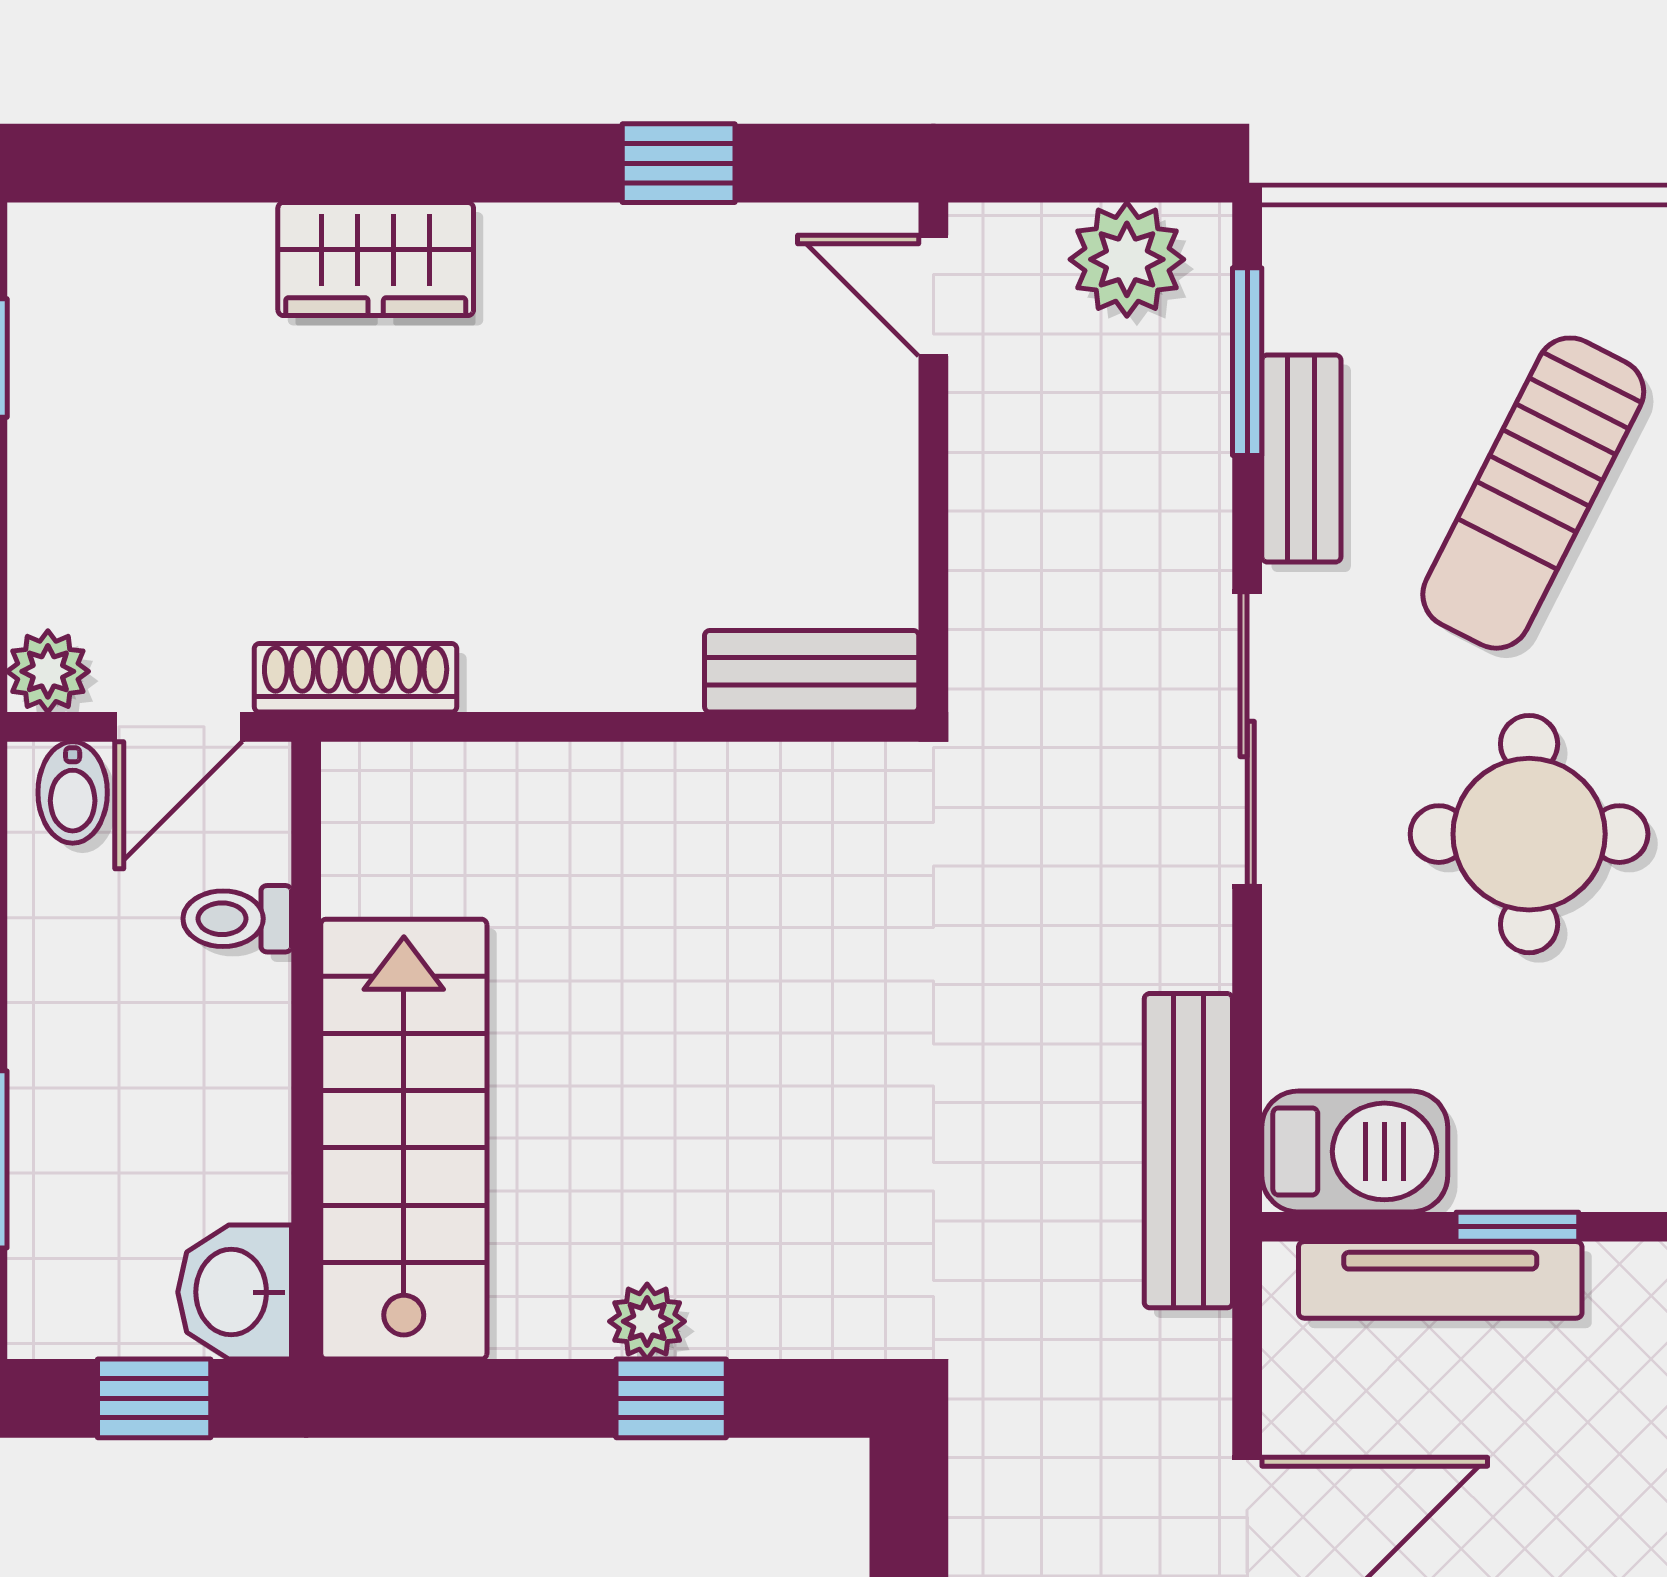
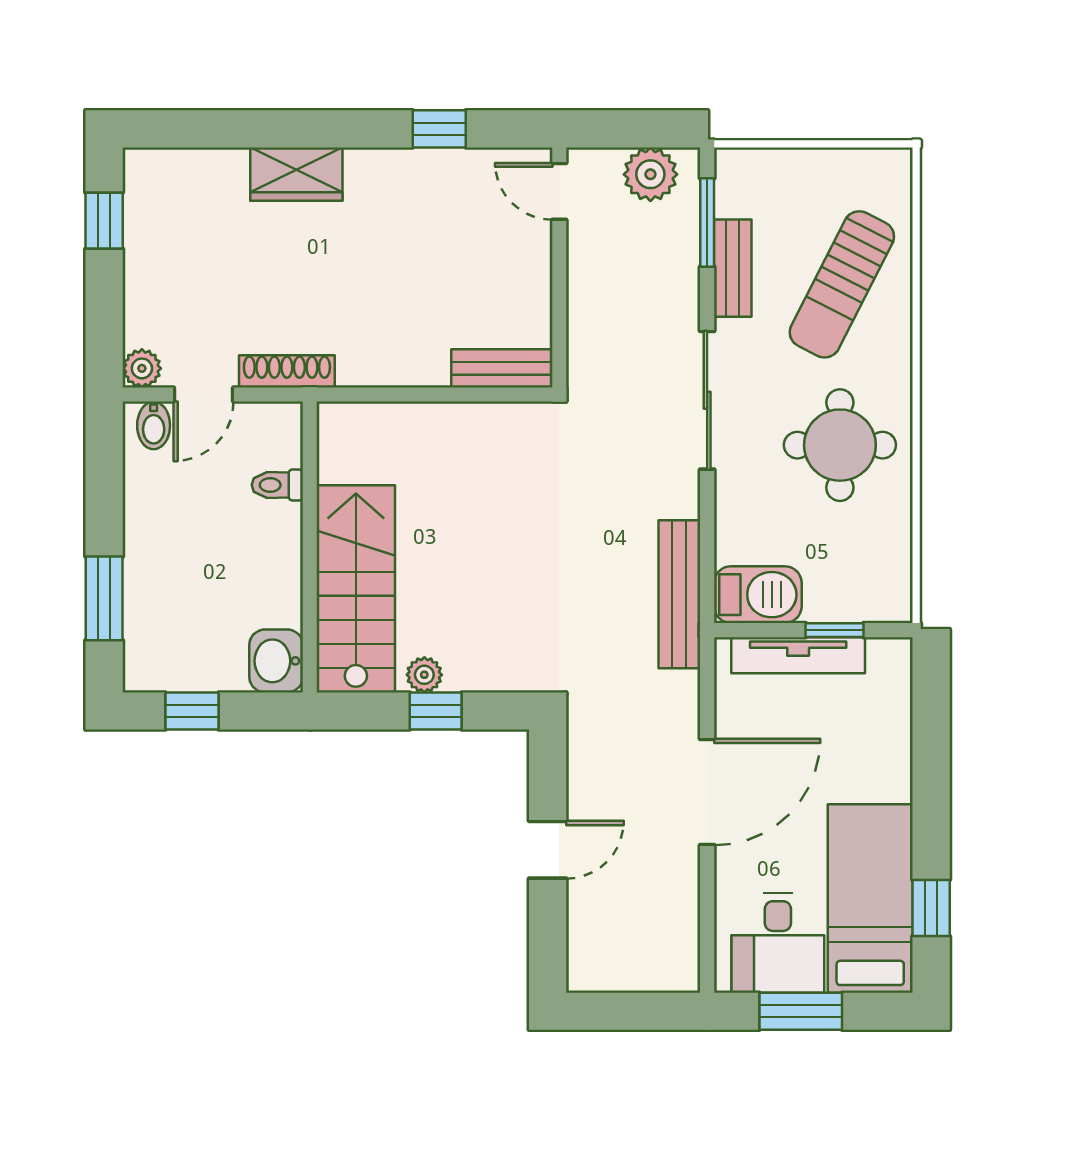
toilet: (237, 919) -> (277, 485), moved
wall: (306, 1050) -> (310, 547), moved
stairs: (404, 1139) -> (356, 589), moved
washbasin: (235, 1292) -> (276, 661), moved

